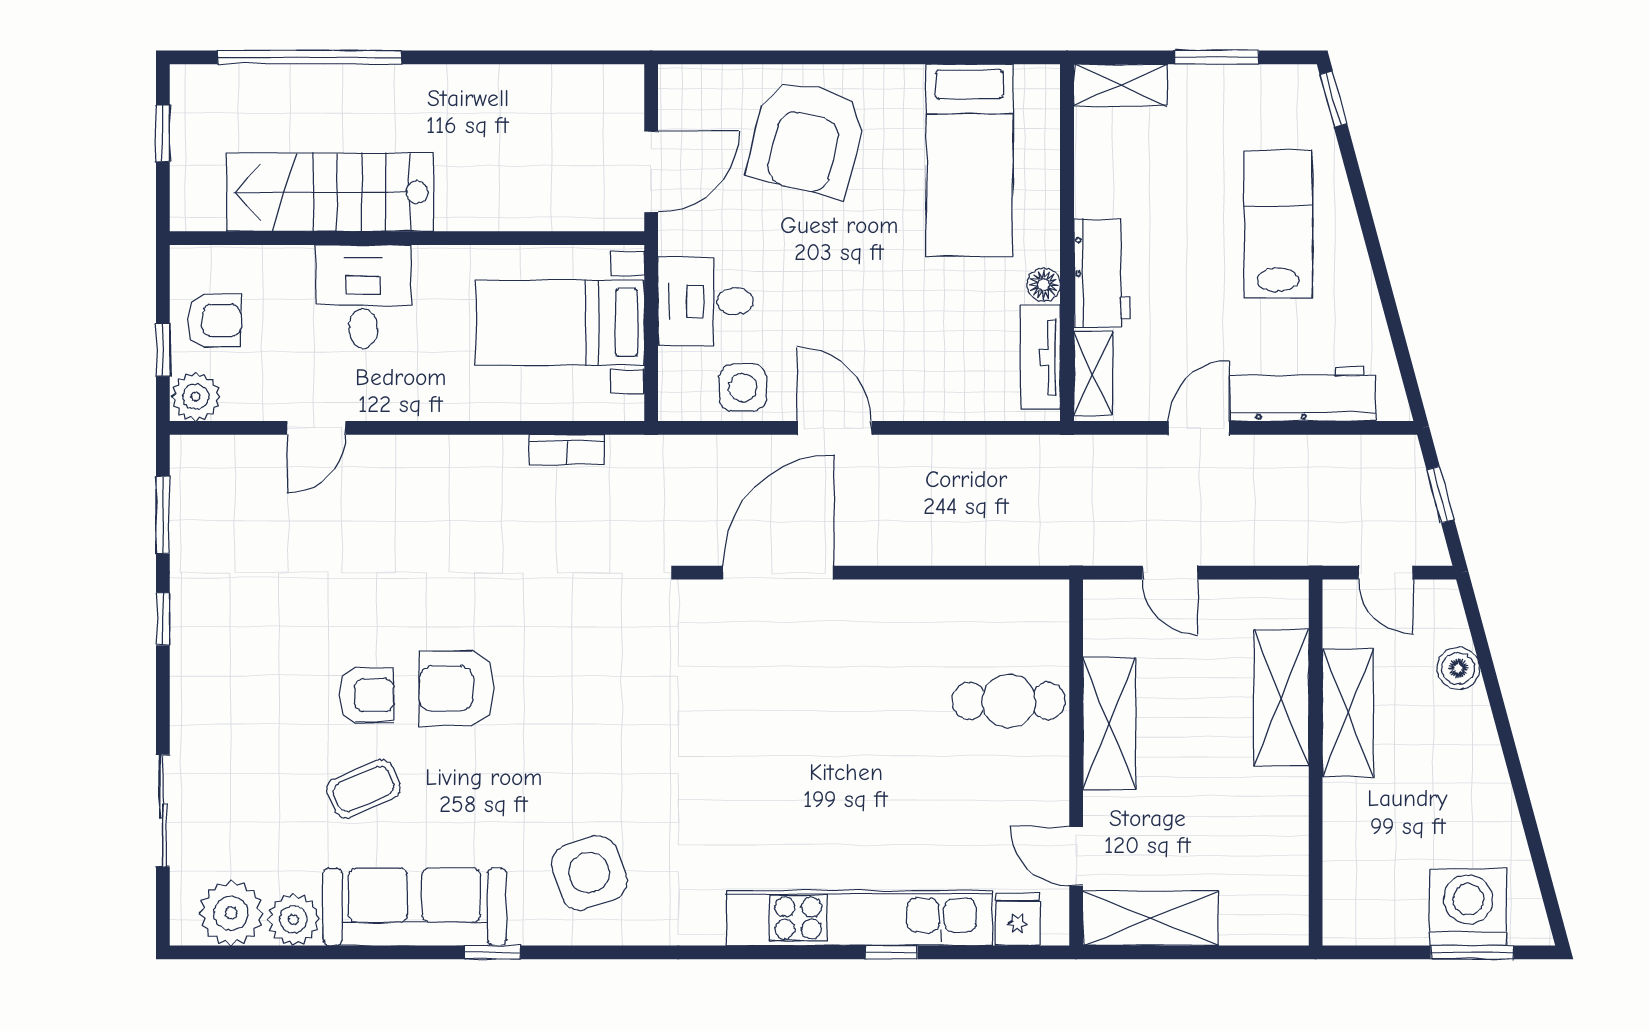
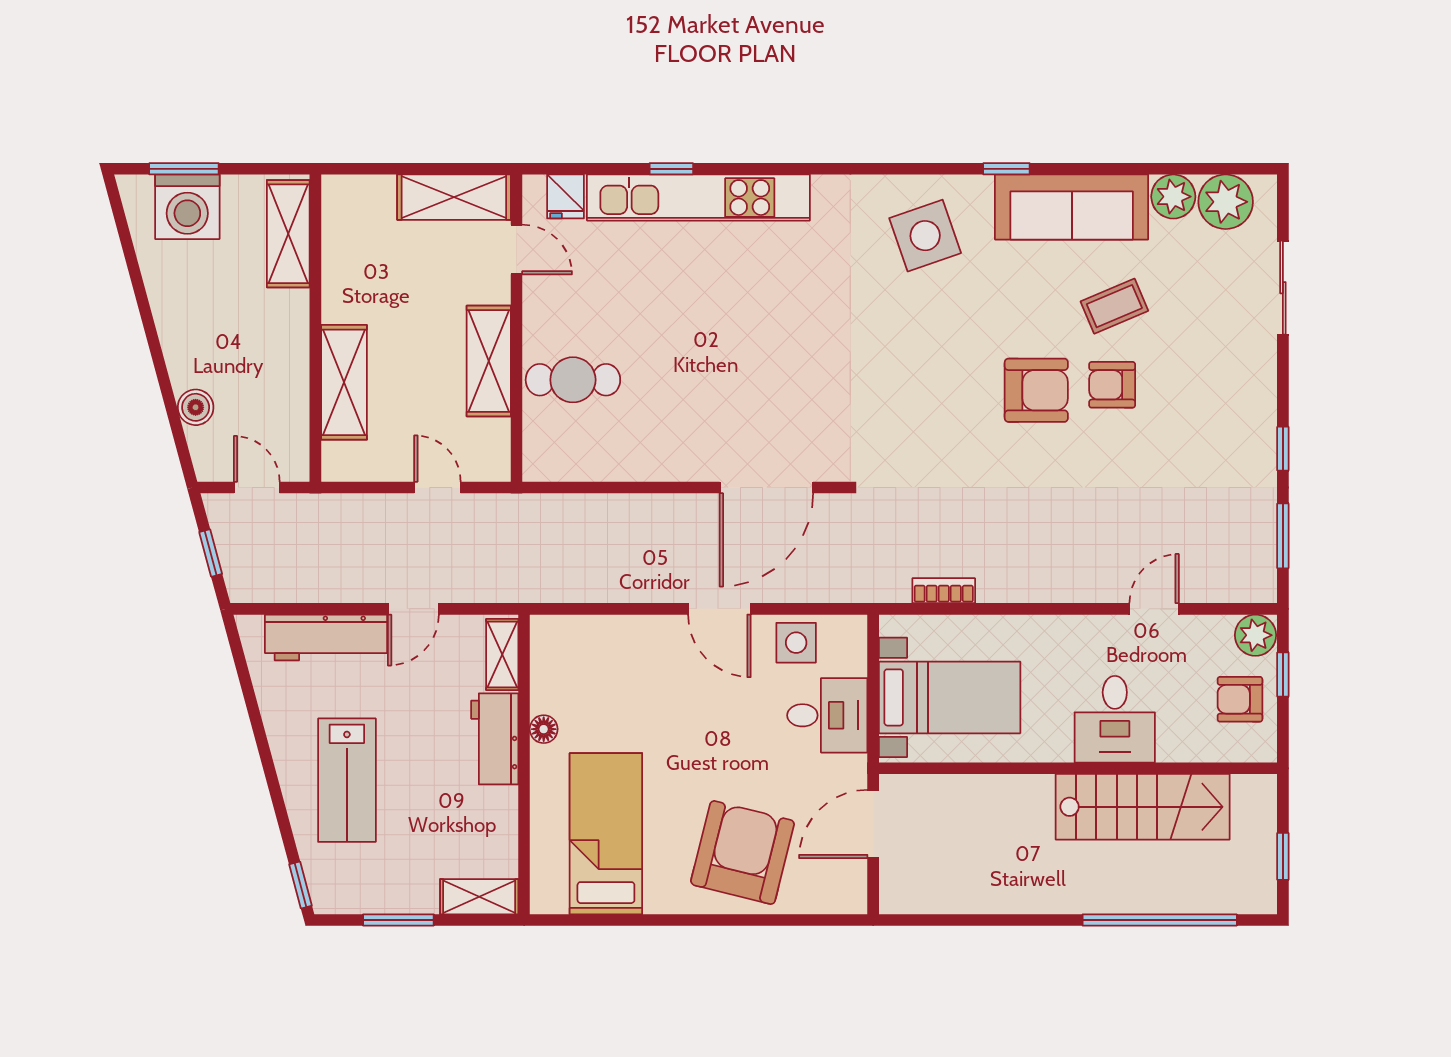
tv unit: (1040, 357) -> (547, 668), removed
shelving: (1348, 713) -> (288, 234), moved

